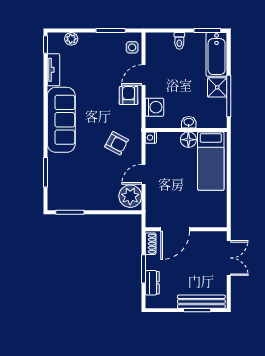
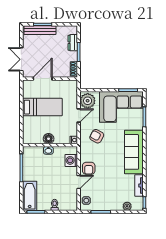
shower: (217, 87) -> (29, 174), removed
bed: (211, 161) -> (42, 107), moved, turned 90
corner sofa: (80, 187) -> (121, 107), added
door: (175, 229) -> (43, 79), moved

